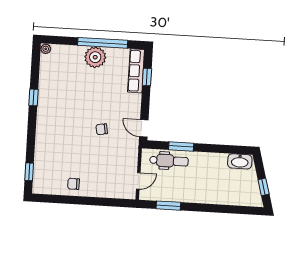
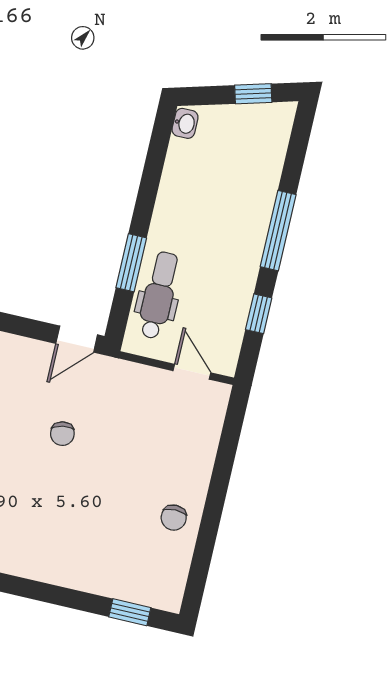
washbasin: (240, 161) -> (185, 123), width x0.52, depth x0.69
window: (168, 206) -> (259, 314), width x0.67
window: (206, 208) -> (278, 231), added

